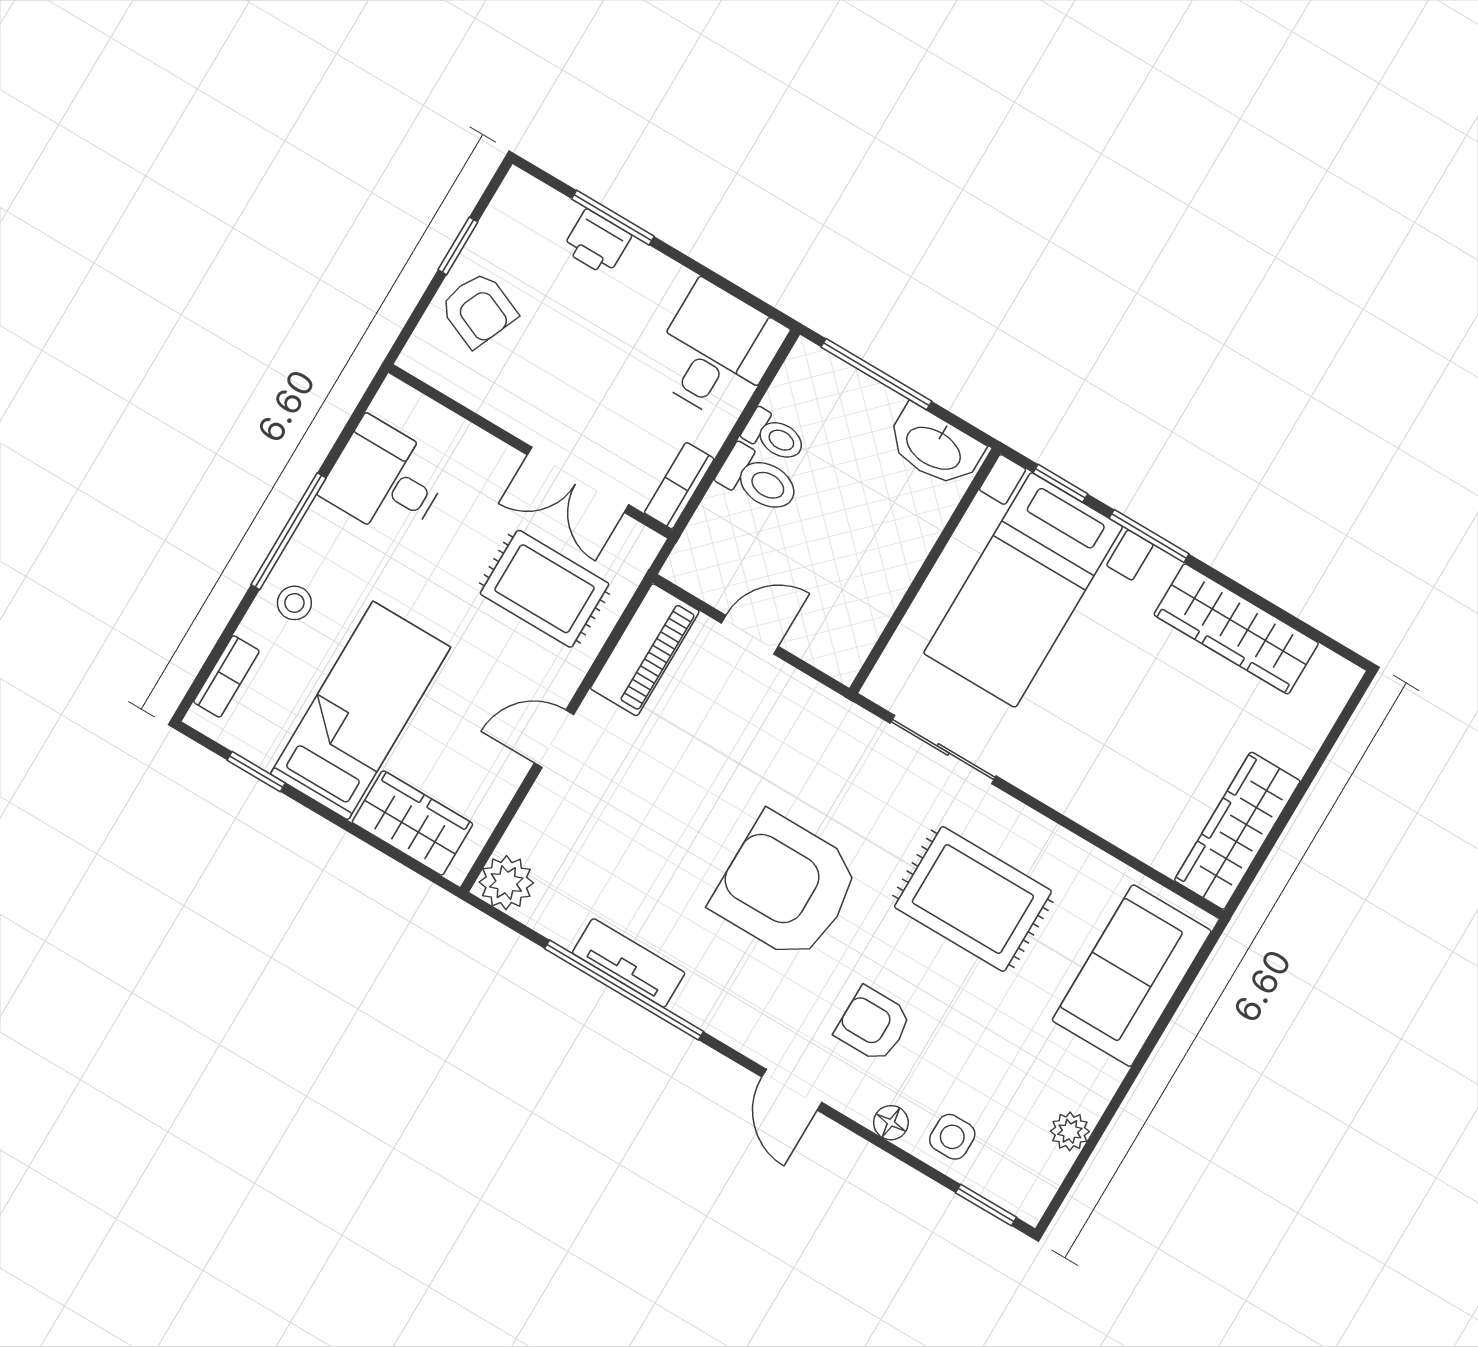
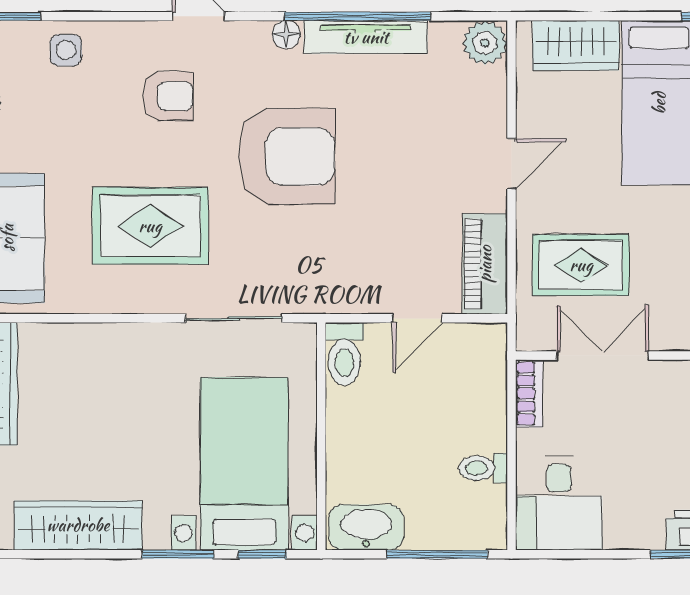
toilet: (759, 480) -> (344, 354), moved, turned -90
tv unit: (629, 963) -> (366, 37), width x1.41
floor lamp: (891, 1123) -> (286, 35), moved

